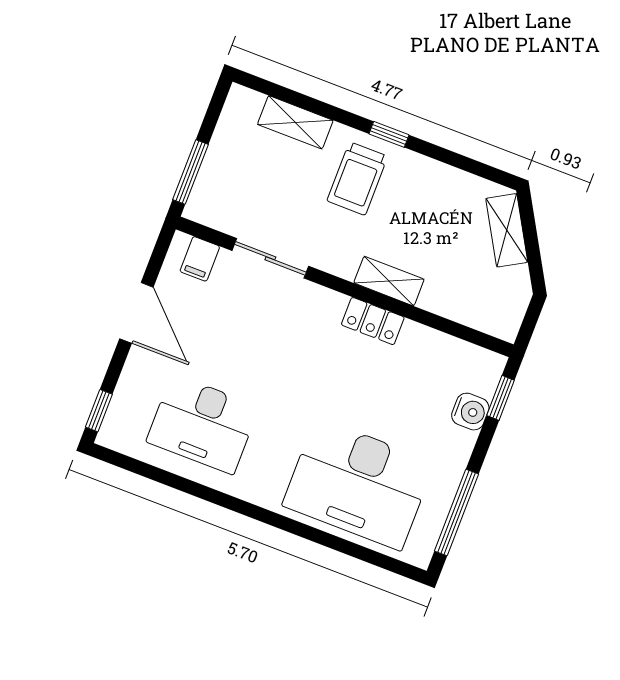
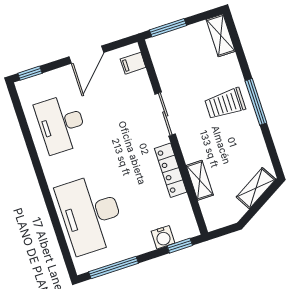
shelving: (295, 122) -> (221, 35), moved
window: (389, 134) -> (256, 102), width x2.17
sliding door: (270, 258) -> (165, 114), moved
shelving: (389, 281) -> (200, 180), moved
locker: (373, 321) -> (171, 170), width x1.53

